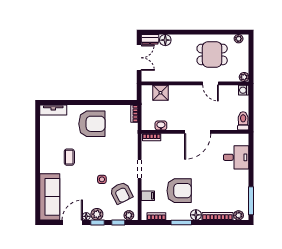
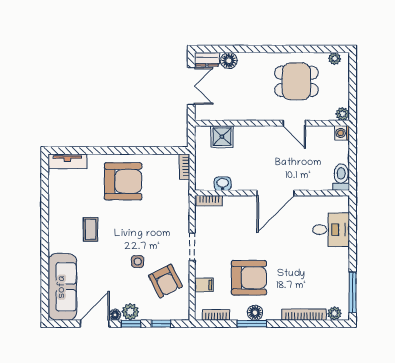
plant: (129, 215) -> (176, 313), removed
floor lamp: (196, 215) -> (255, 313), moved

